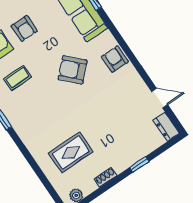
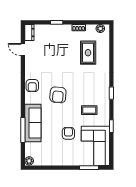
armchair: (73, 70) -> (58, 95), turned 49
rug: (71, 152) -> (88, 53), turned 90

